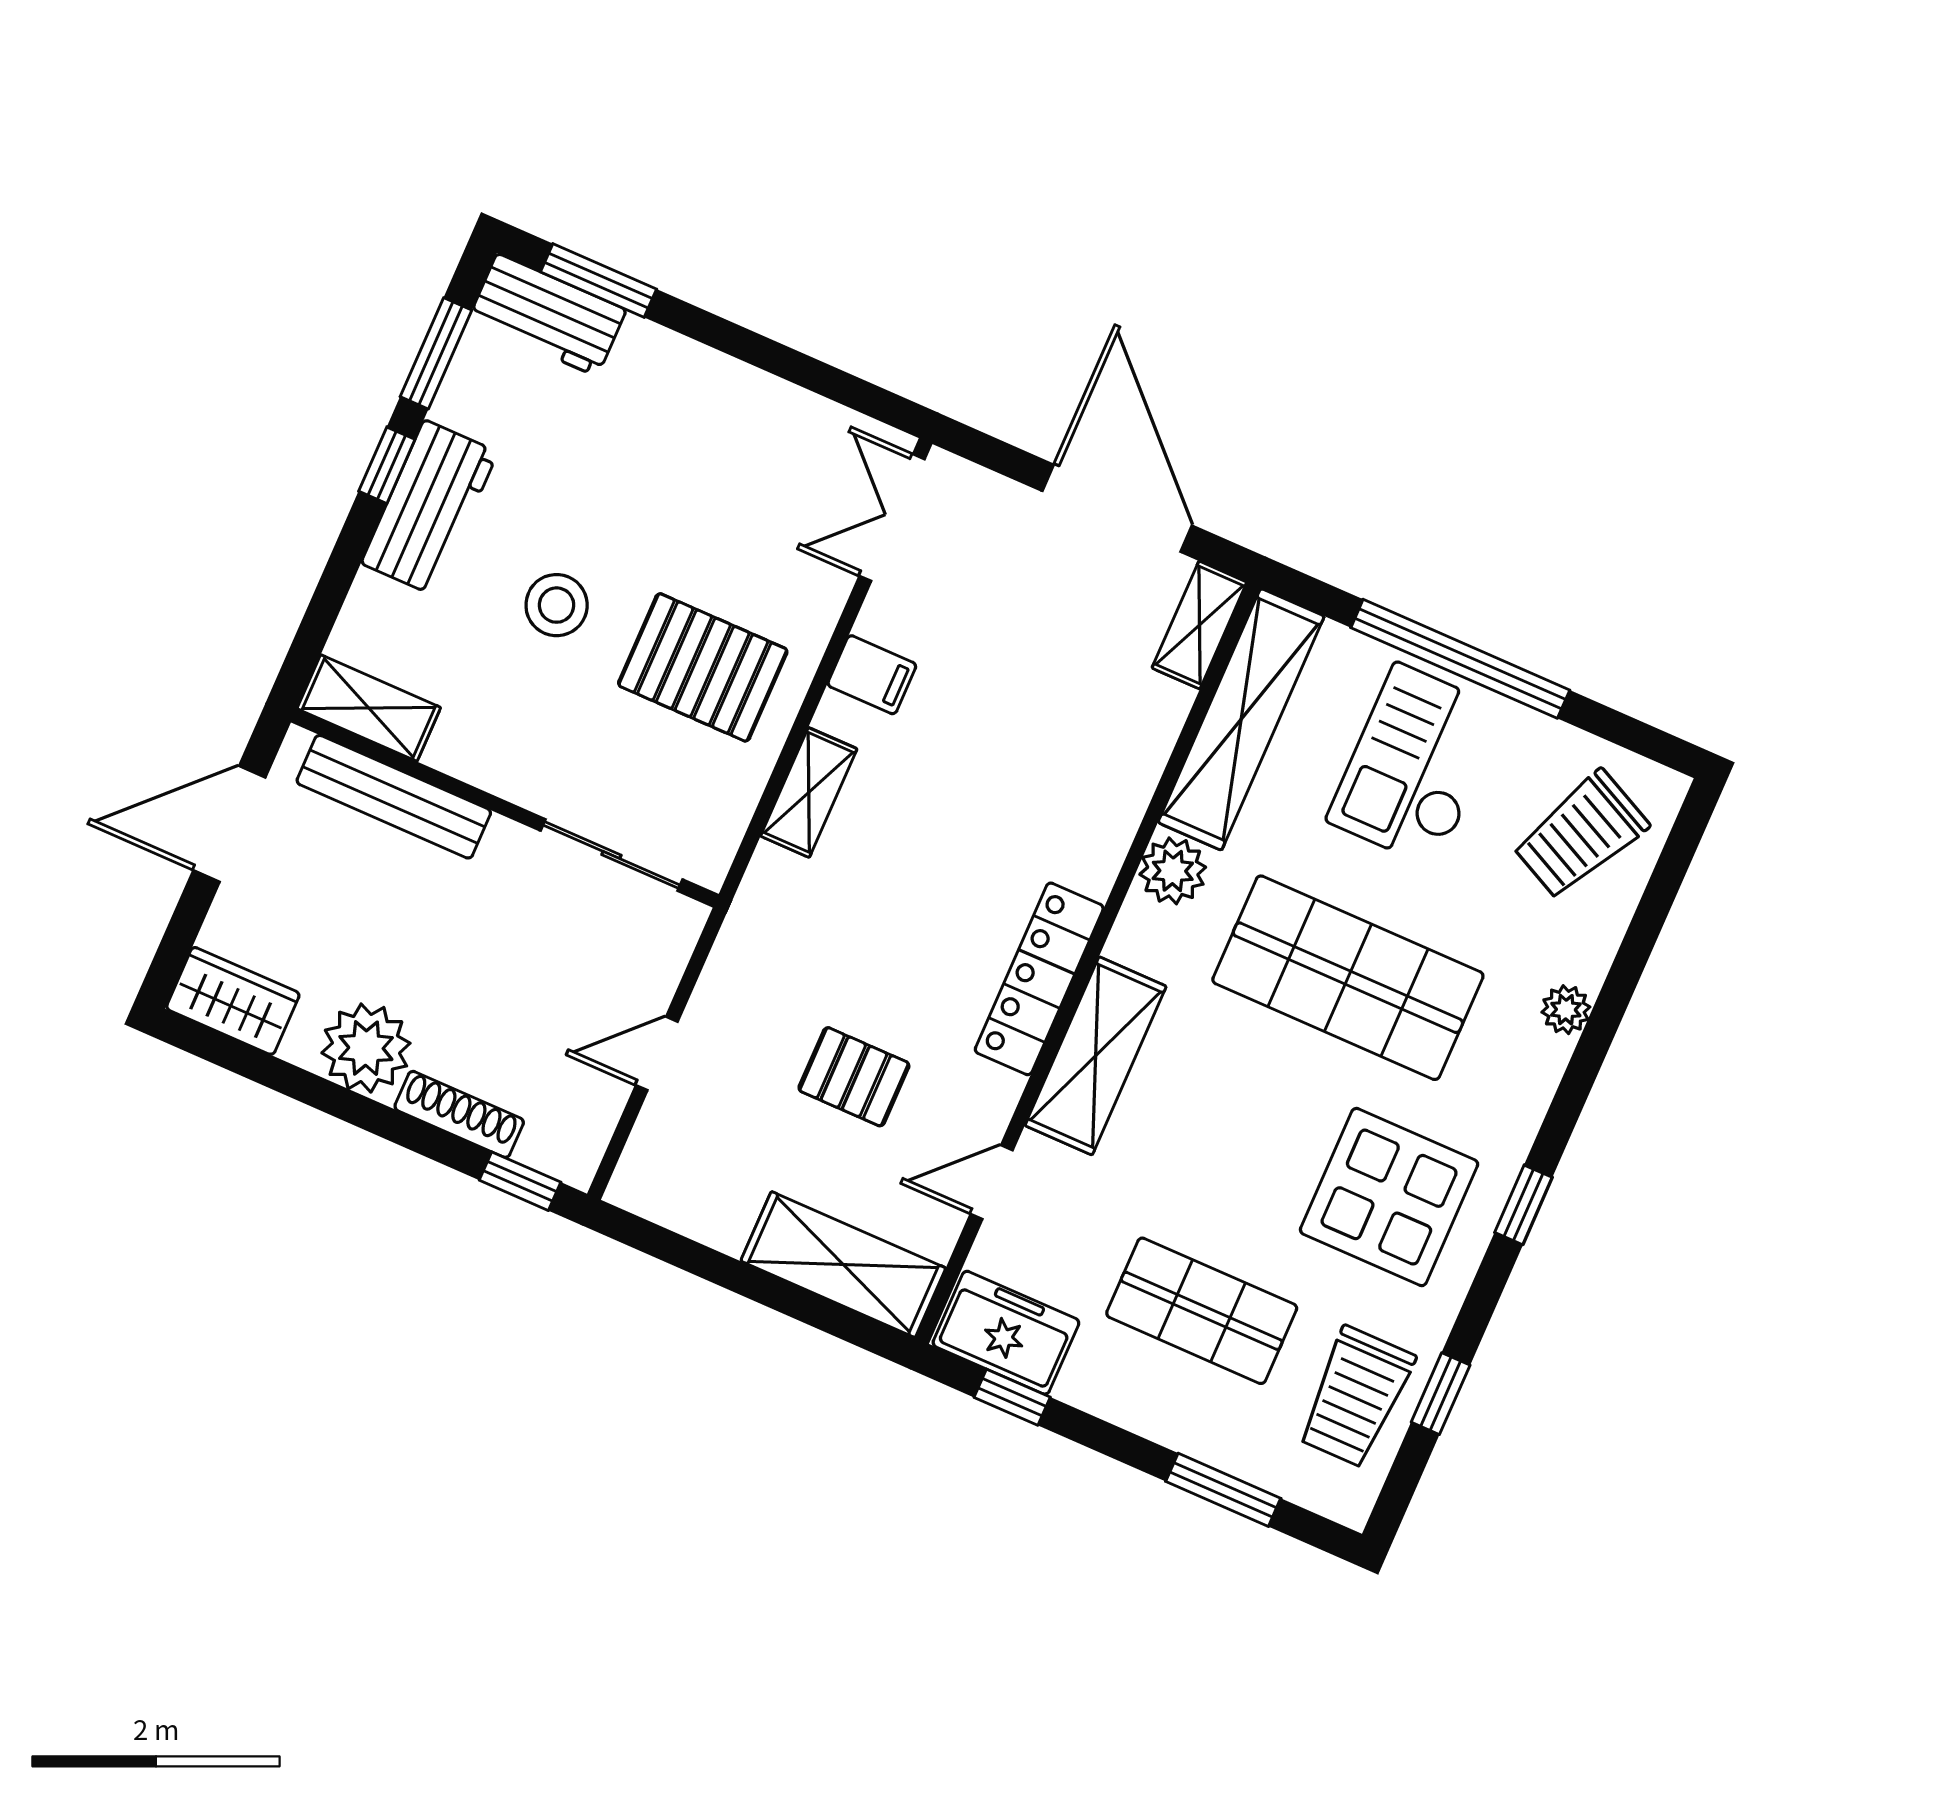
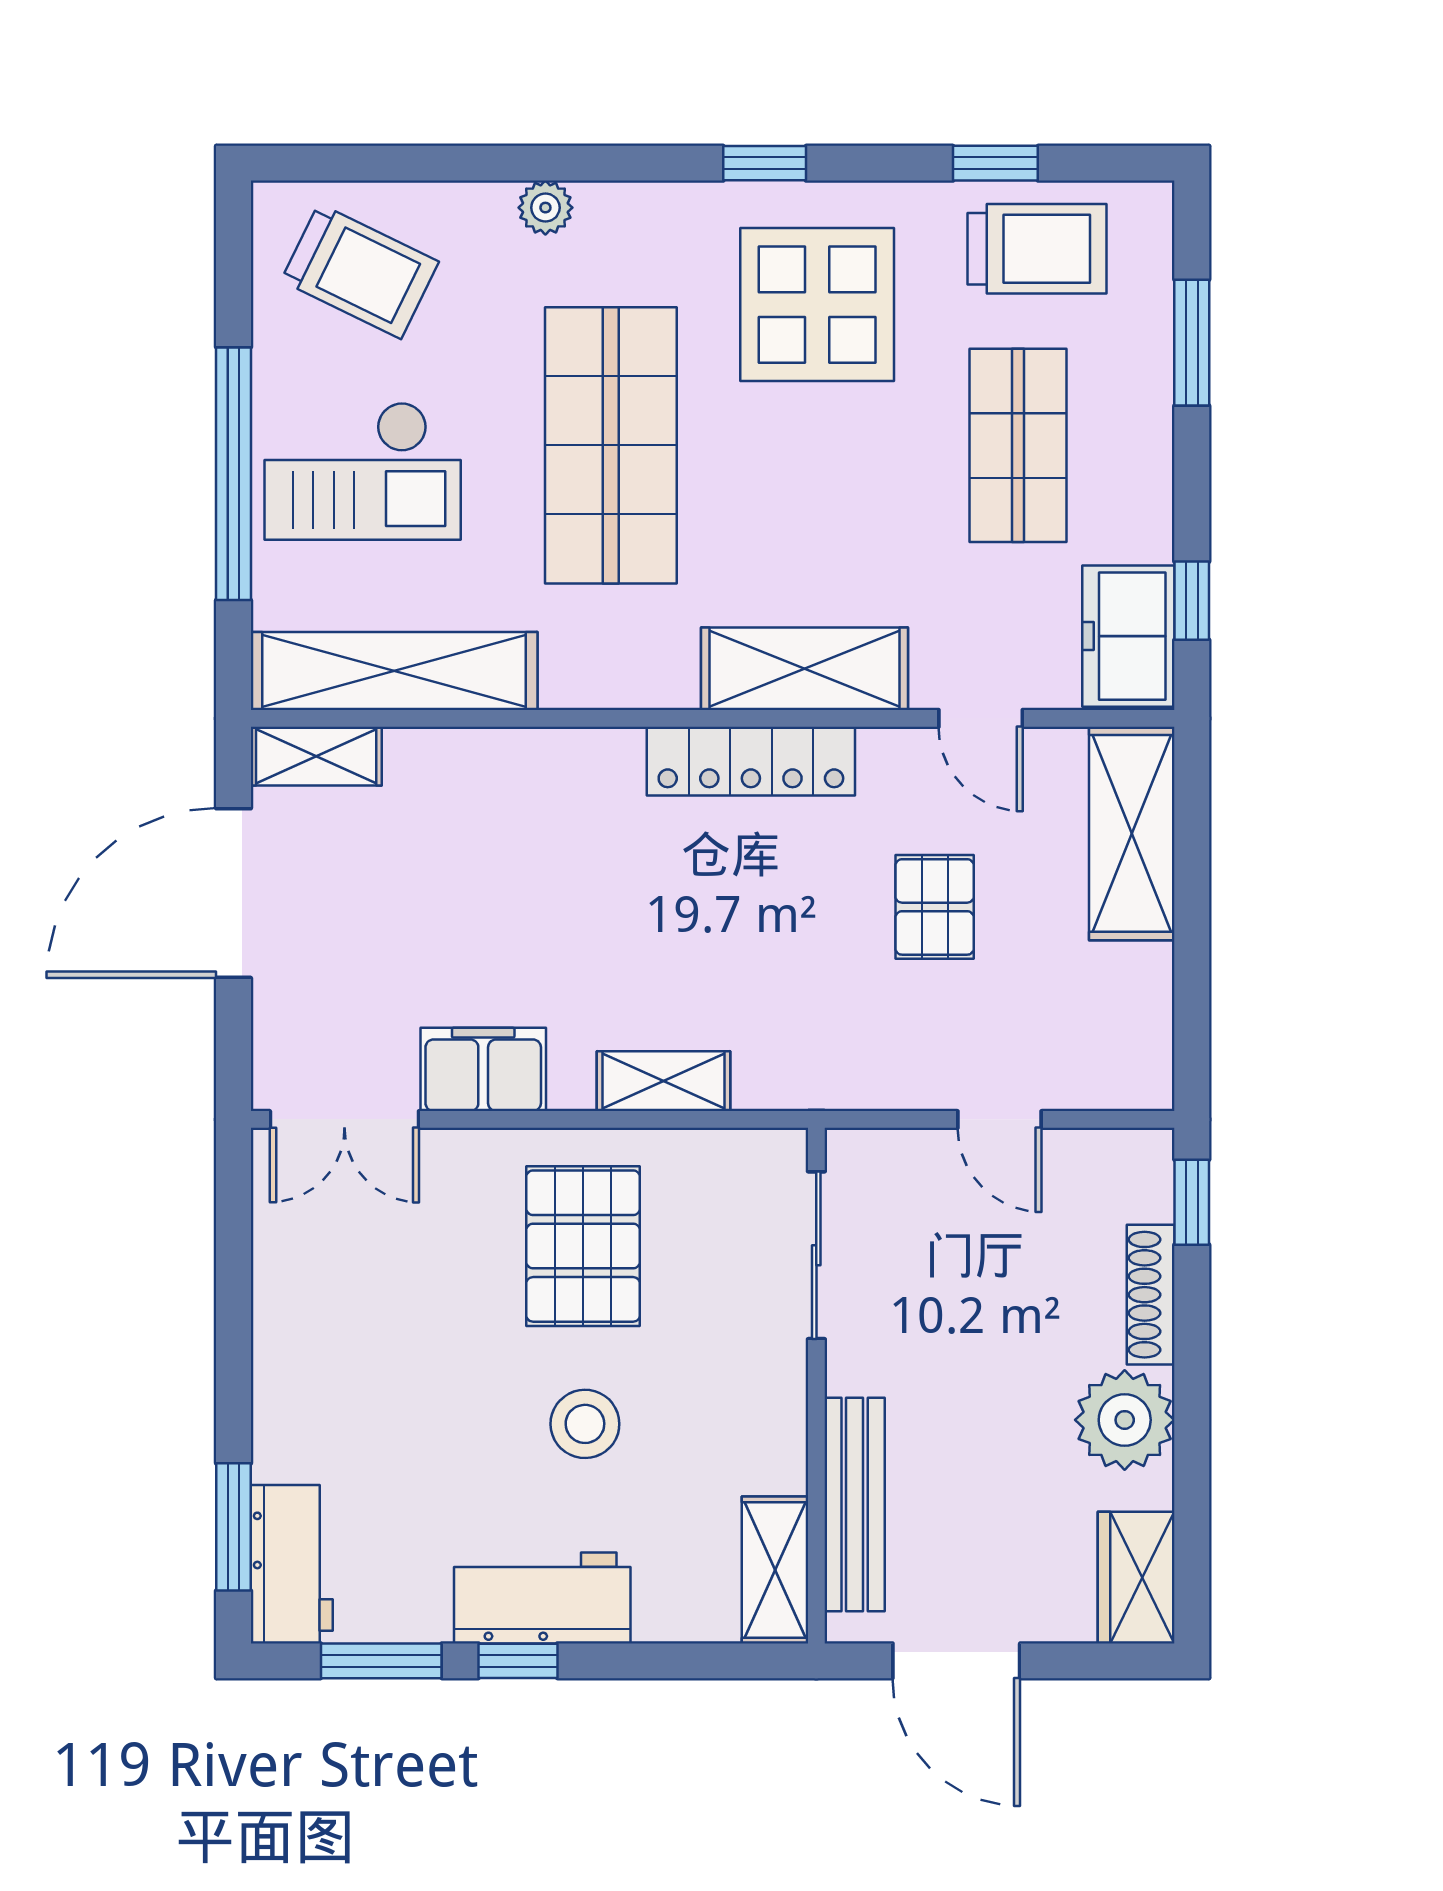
filing cabinet: (872, 675) -> (483, 1069), width x2.00
plant: (1173, 871) -> (580, 673), removed

